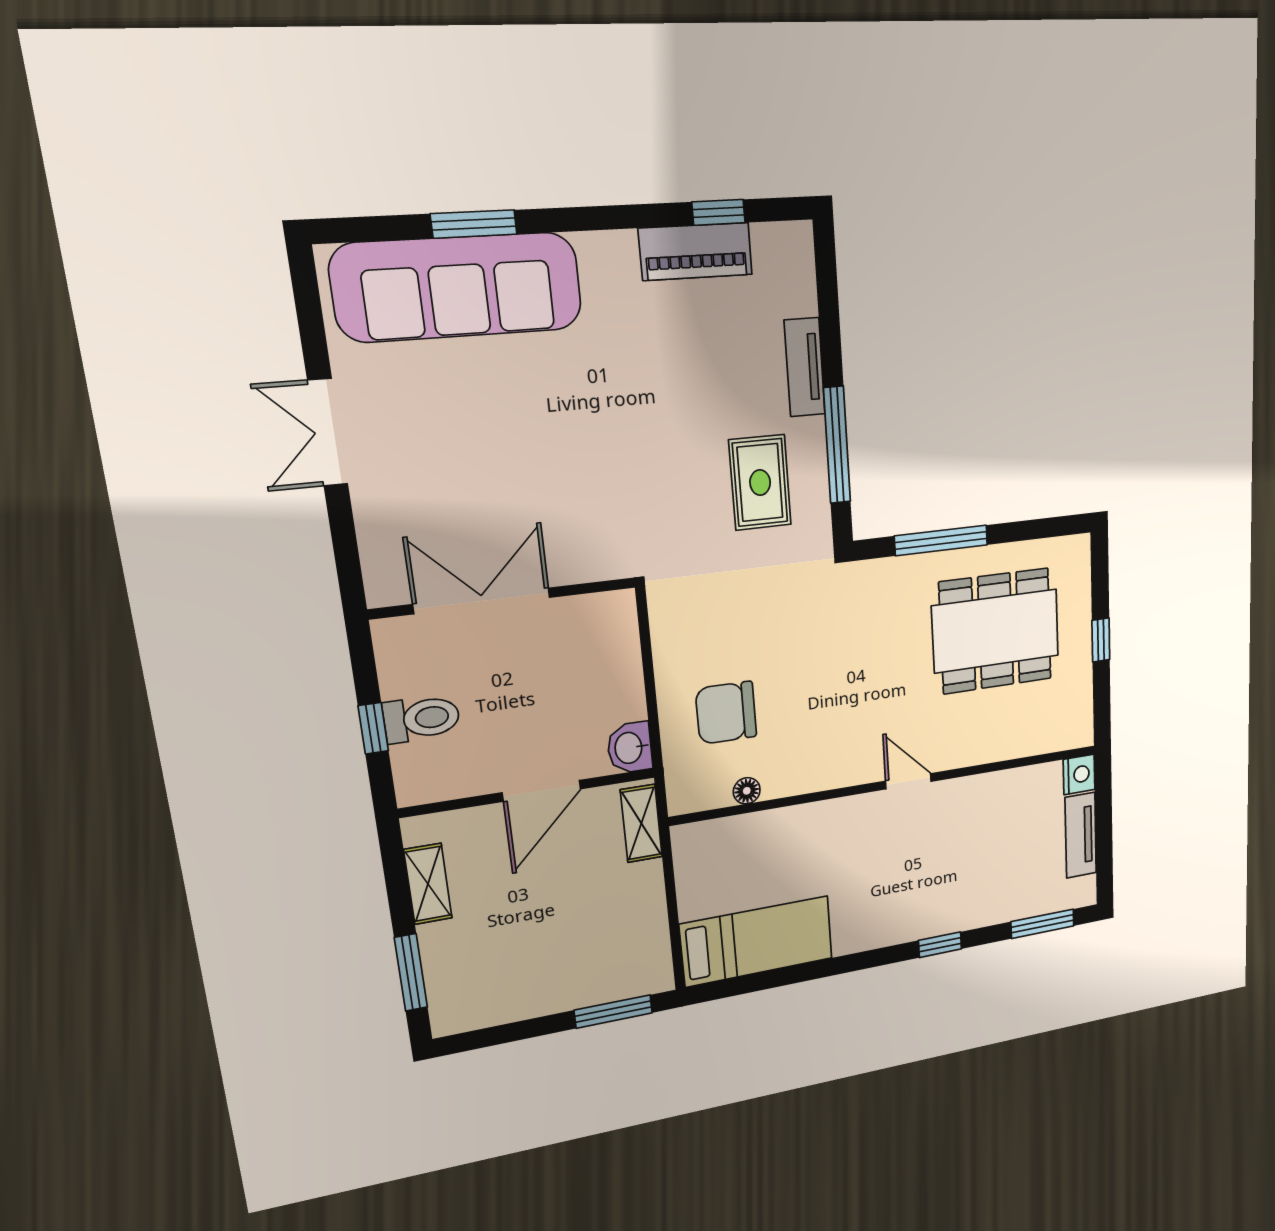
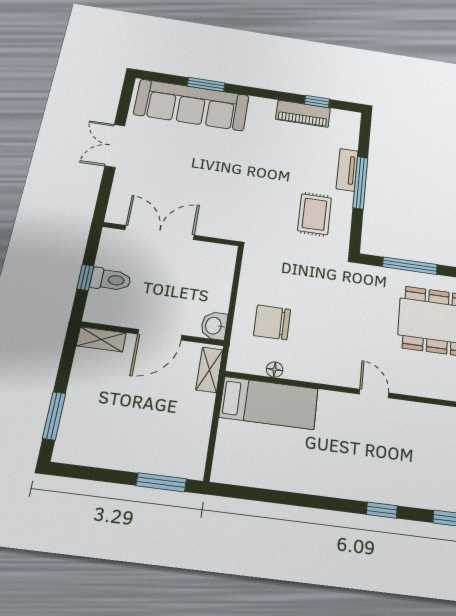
window: (837, 445) -> (360, 183), moved
shelving: (428, 884) -> (101, 339), moved, turned 90
bed: (757, 941) -> (269, 403), moved

